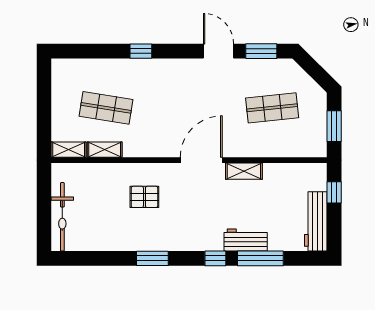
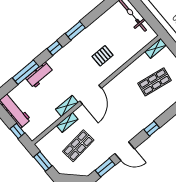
window: (141, 51) -> (152, 129), moved
shelving: (105, 150) -> (67, 122), moved
window: (215, 258) -> (55, 48), moved

